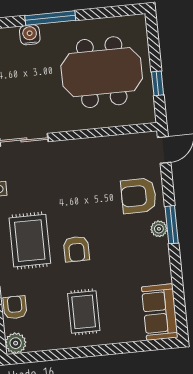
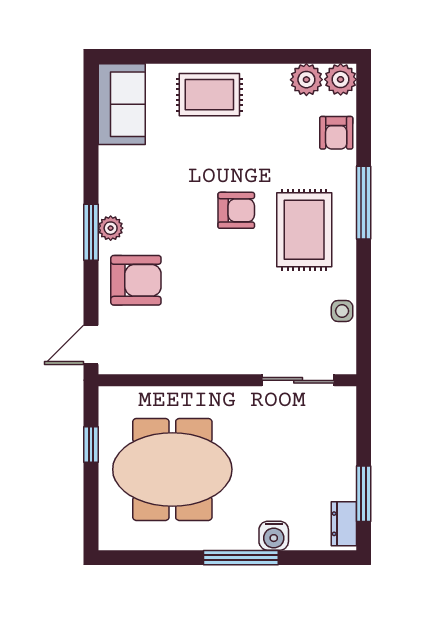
armchair: (76, 249) -> (236, 210), turned 90
rug: (84, 312) -> (209, 95), moved, turned 90
plant: (38, 341) -> (306, 80), added

